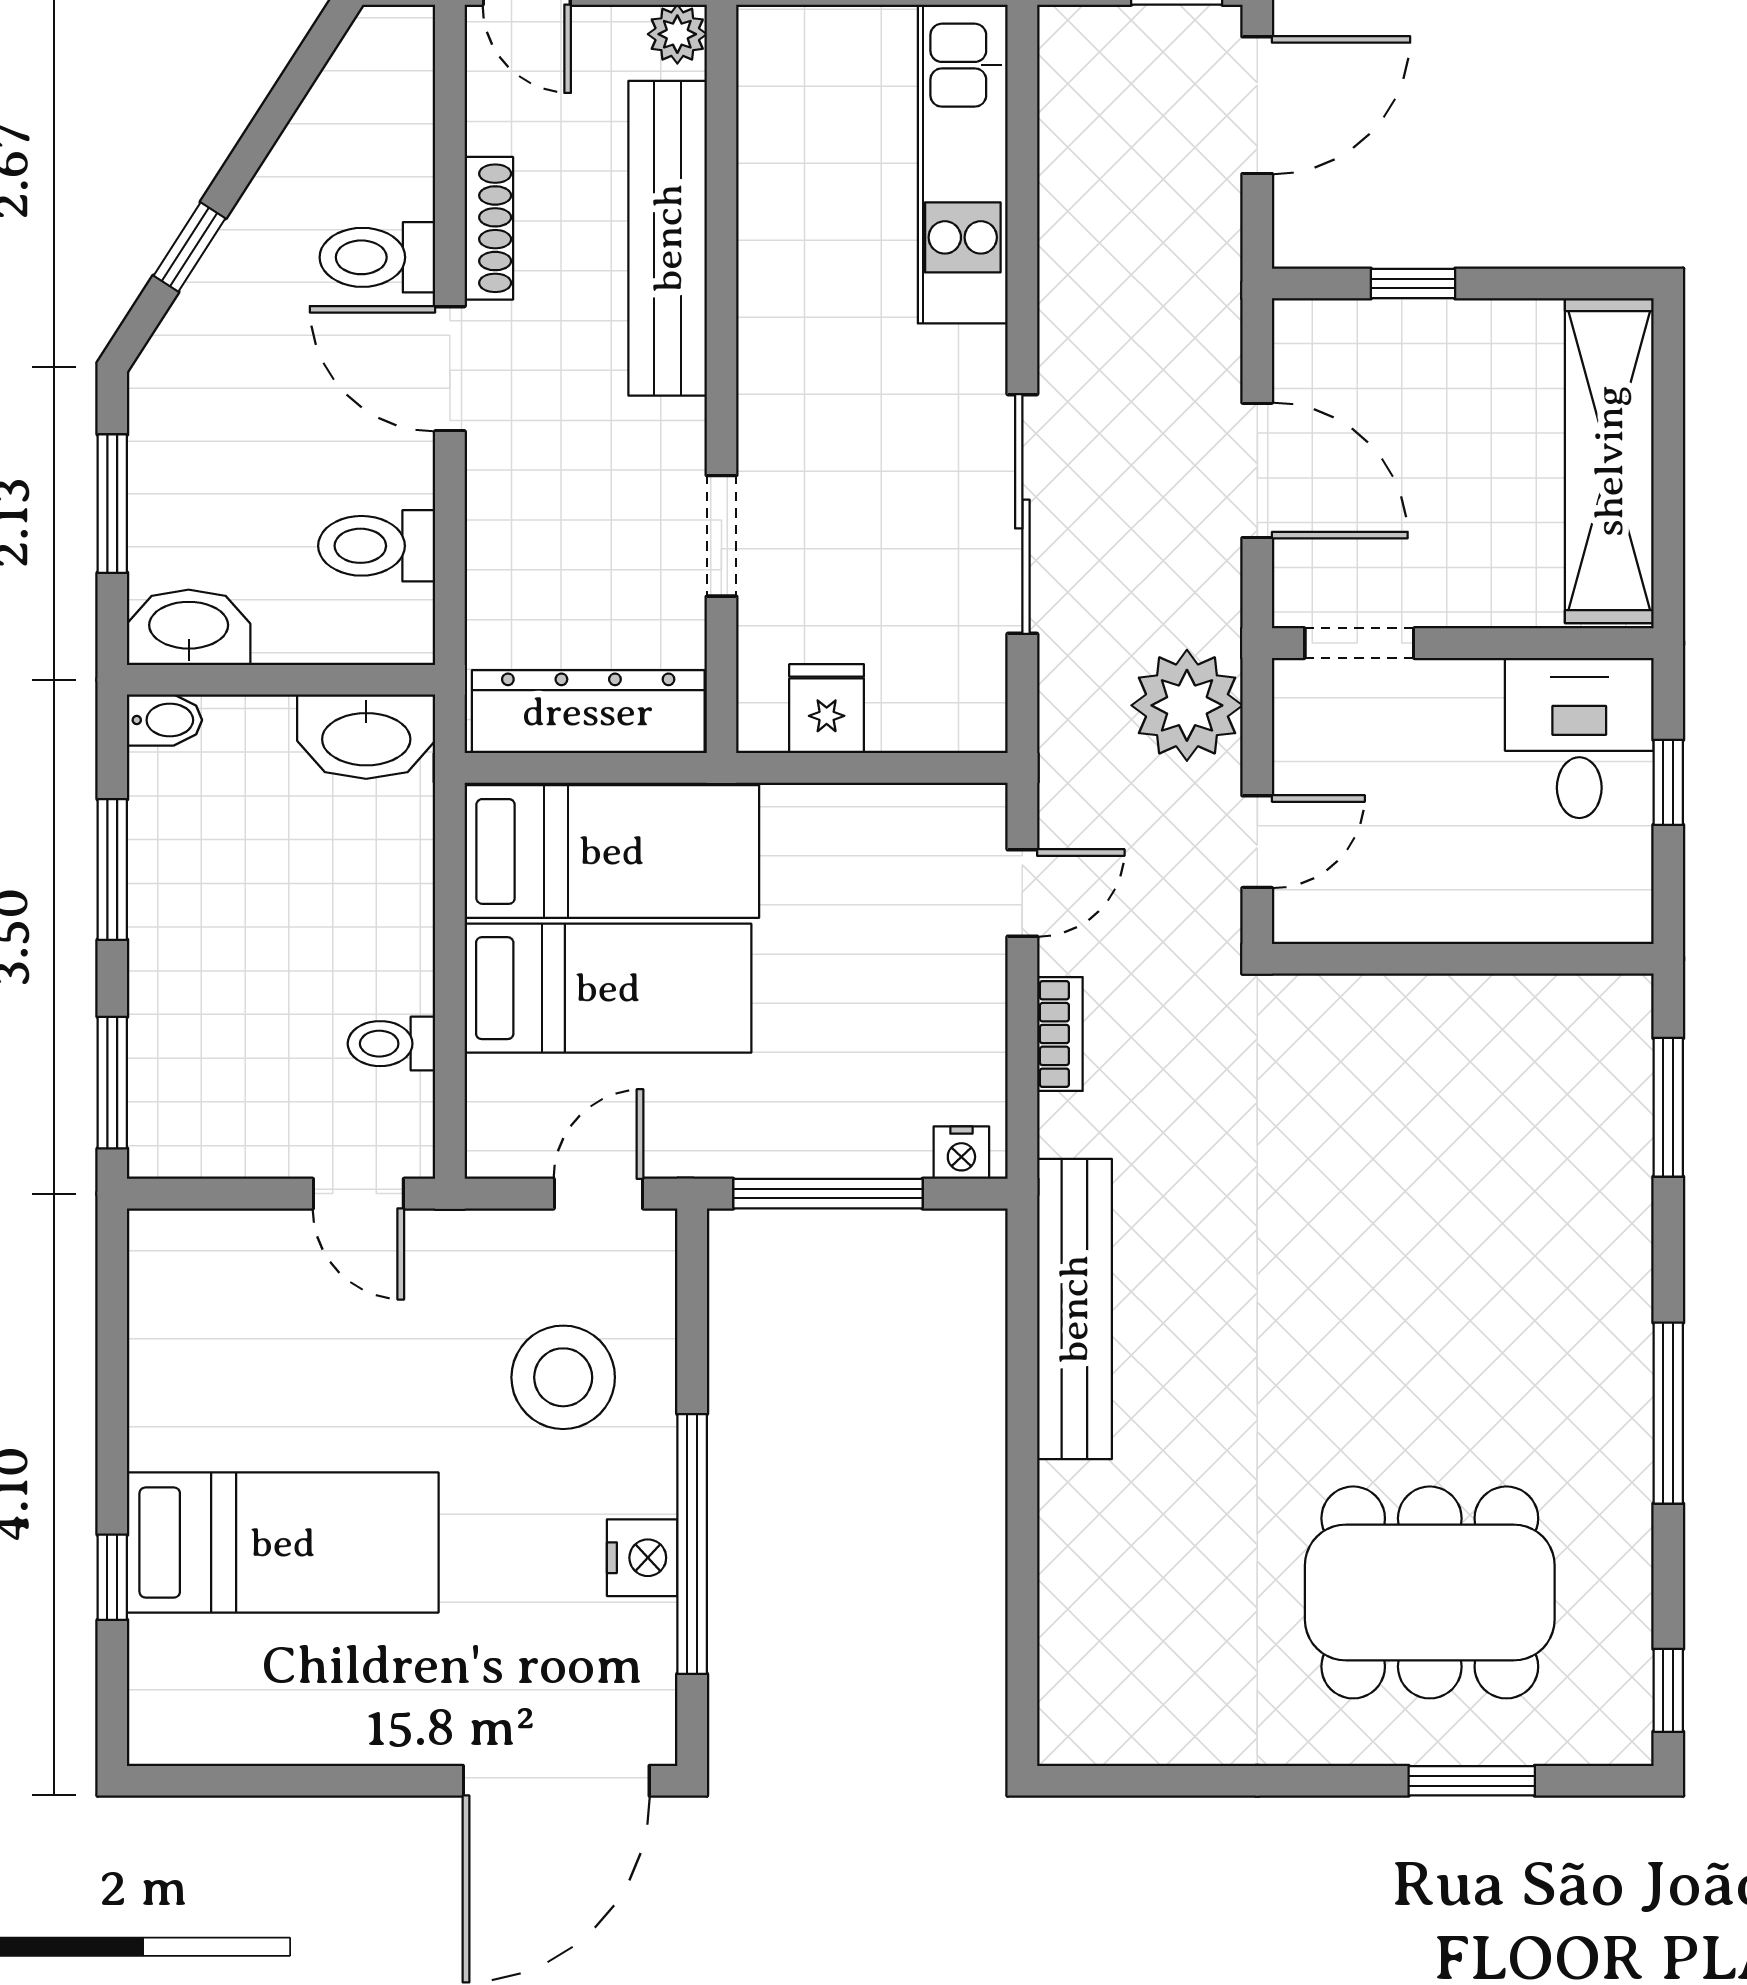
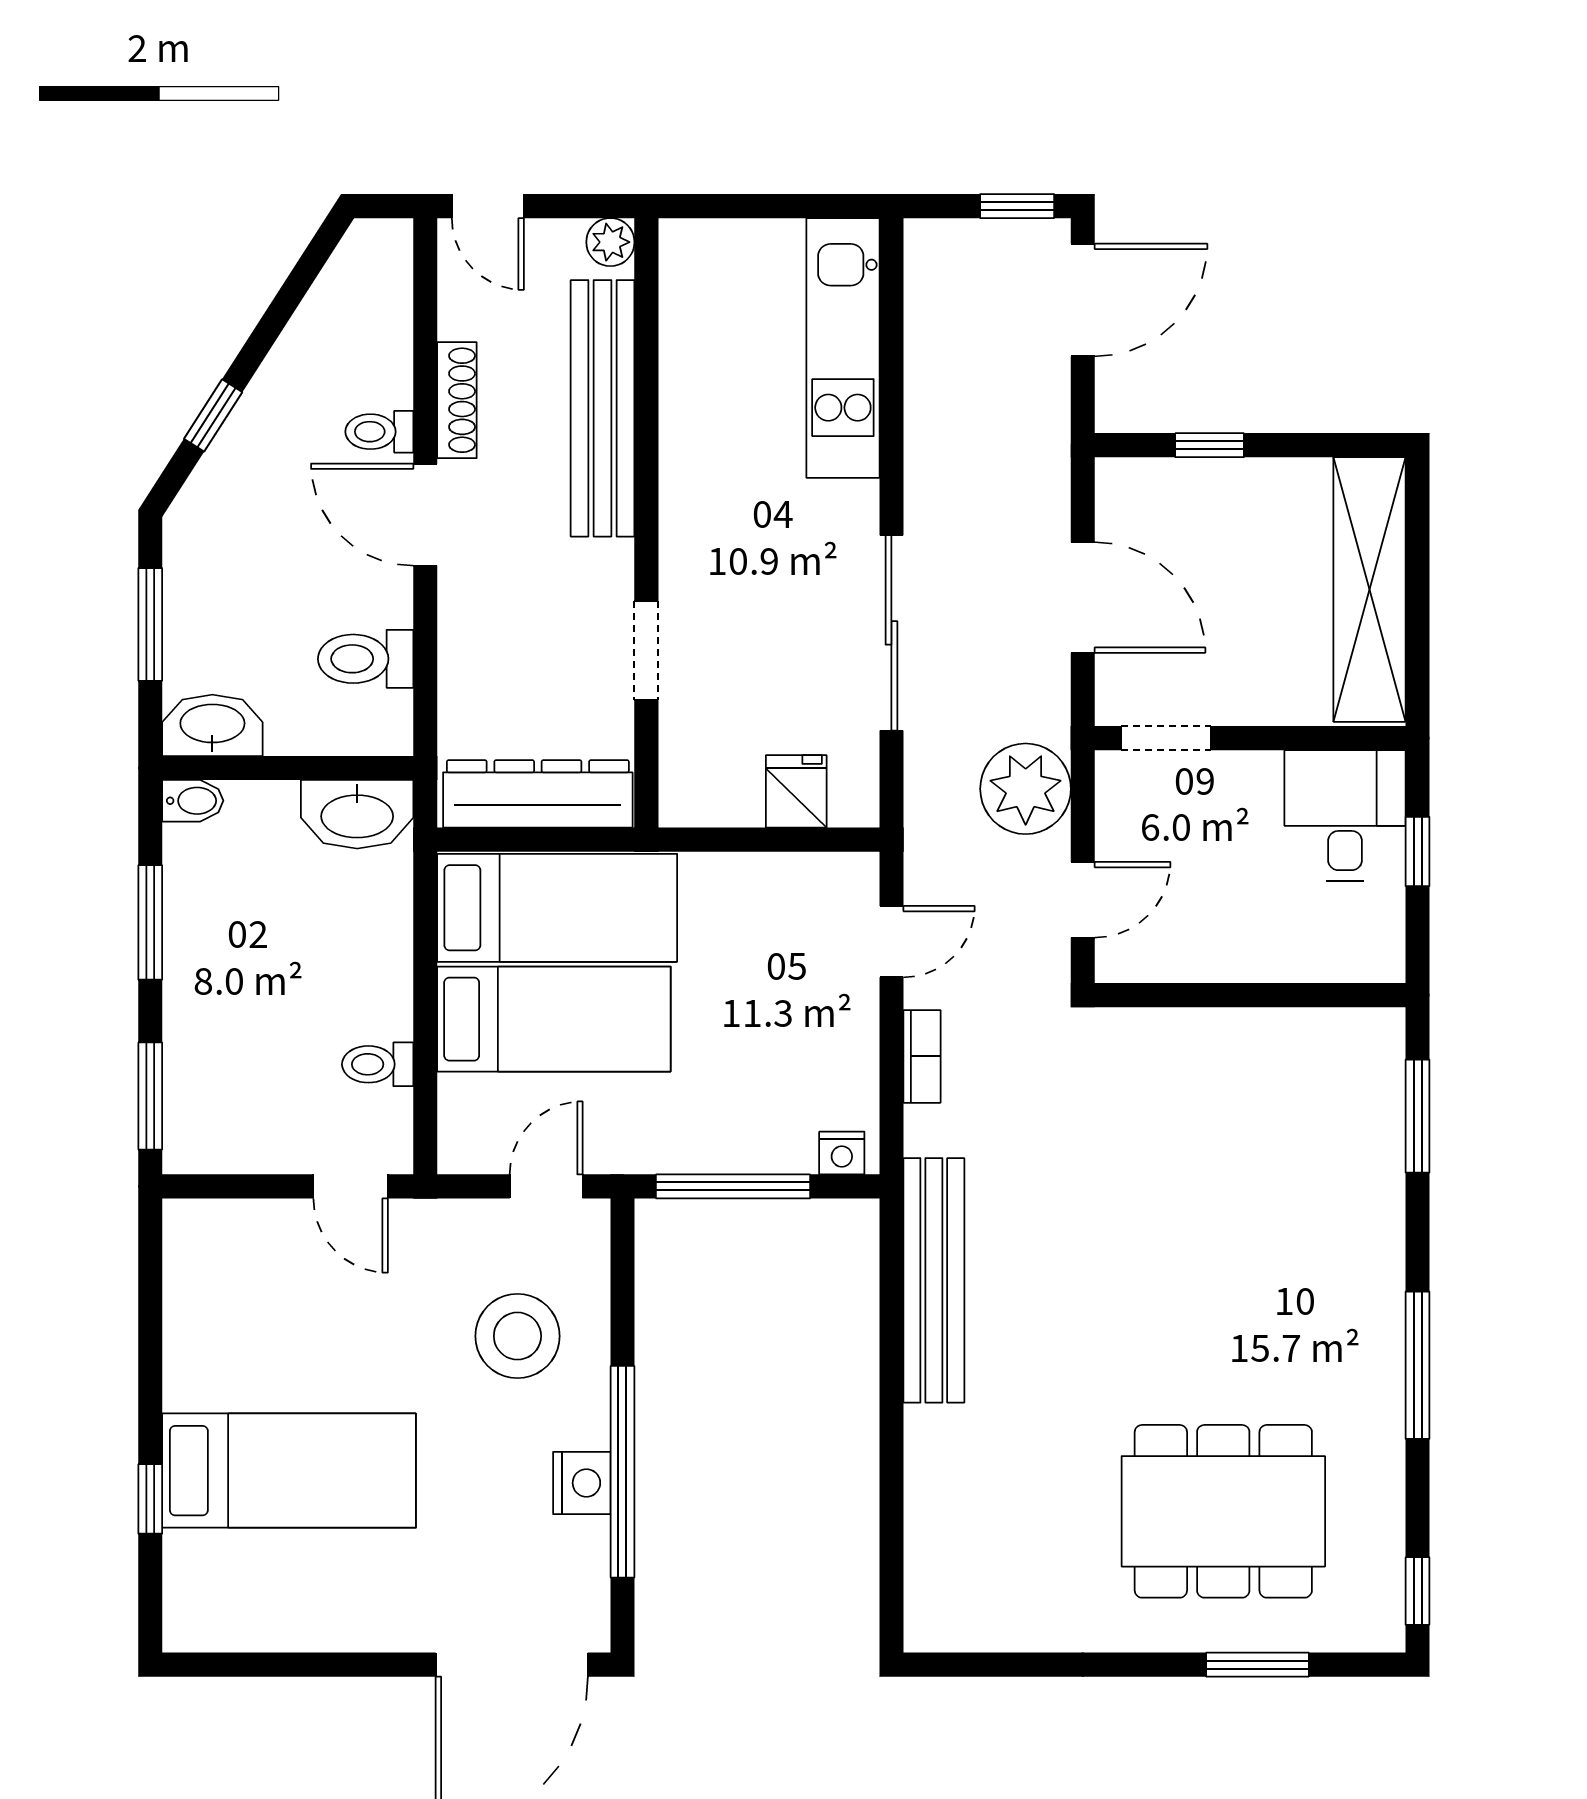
toilet: (377, 257) -> (379, 432), width x0.73, depth x0.72
fridge: (827, 709) -> (796, 791), moved

